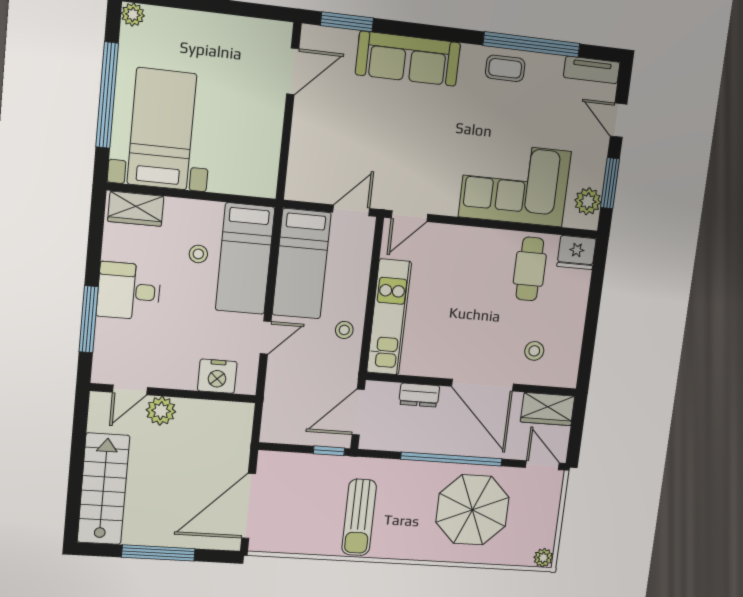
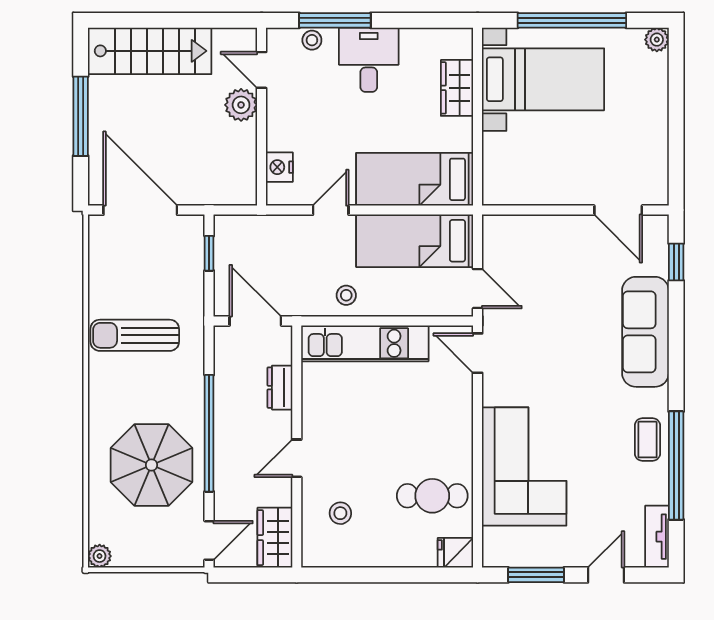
window: (347, 22) -> (676, 262), width x0.67
plant: (588, 201) -> (514, 552), removed
wardrobe: (136, 209) -> (457, 88), moved
fridge: (576, 253) -> (455, 553), width x0.72
stool: (198, 254) -> (312, 40), moved
door: (266, 338) -> (331, 210), swing flipped
nightstand: (217, 376) -> (279, 167), width x0.74, depth x0.75
door: (482, 385) -> (297, 458), width x0.53
window: (329, 451) -> (209, 253), moved

